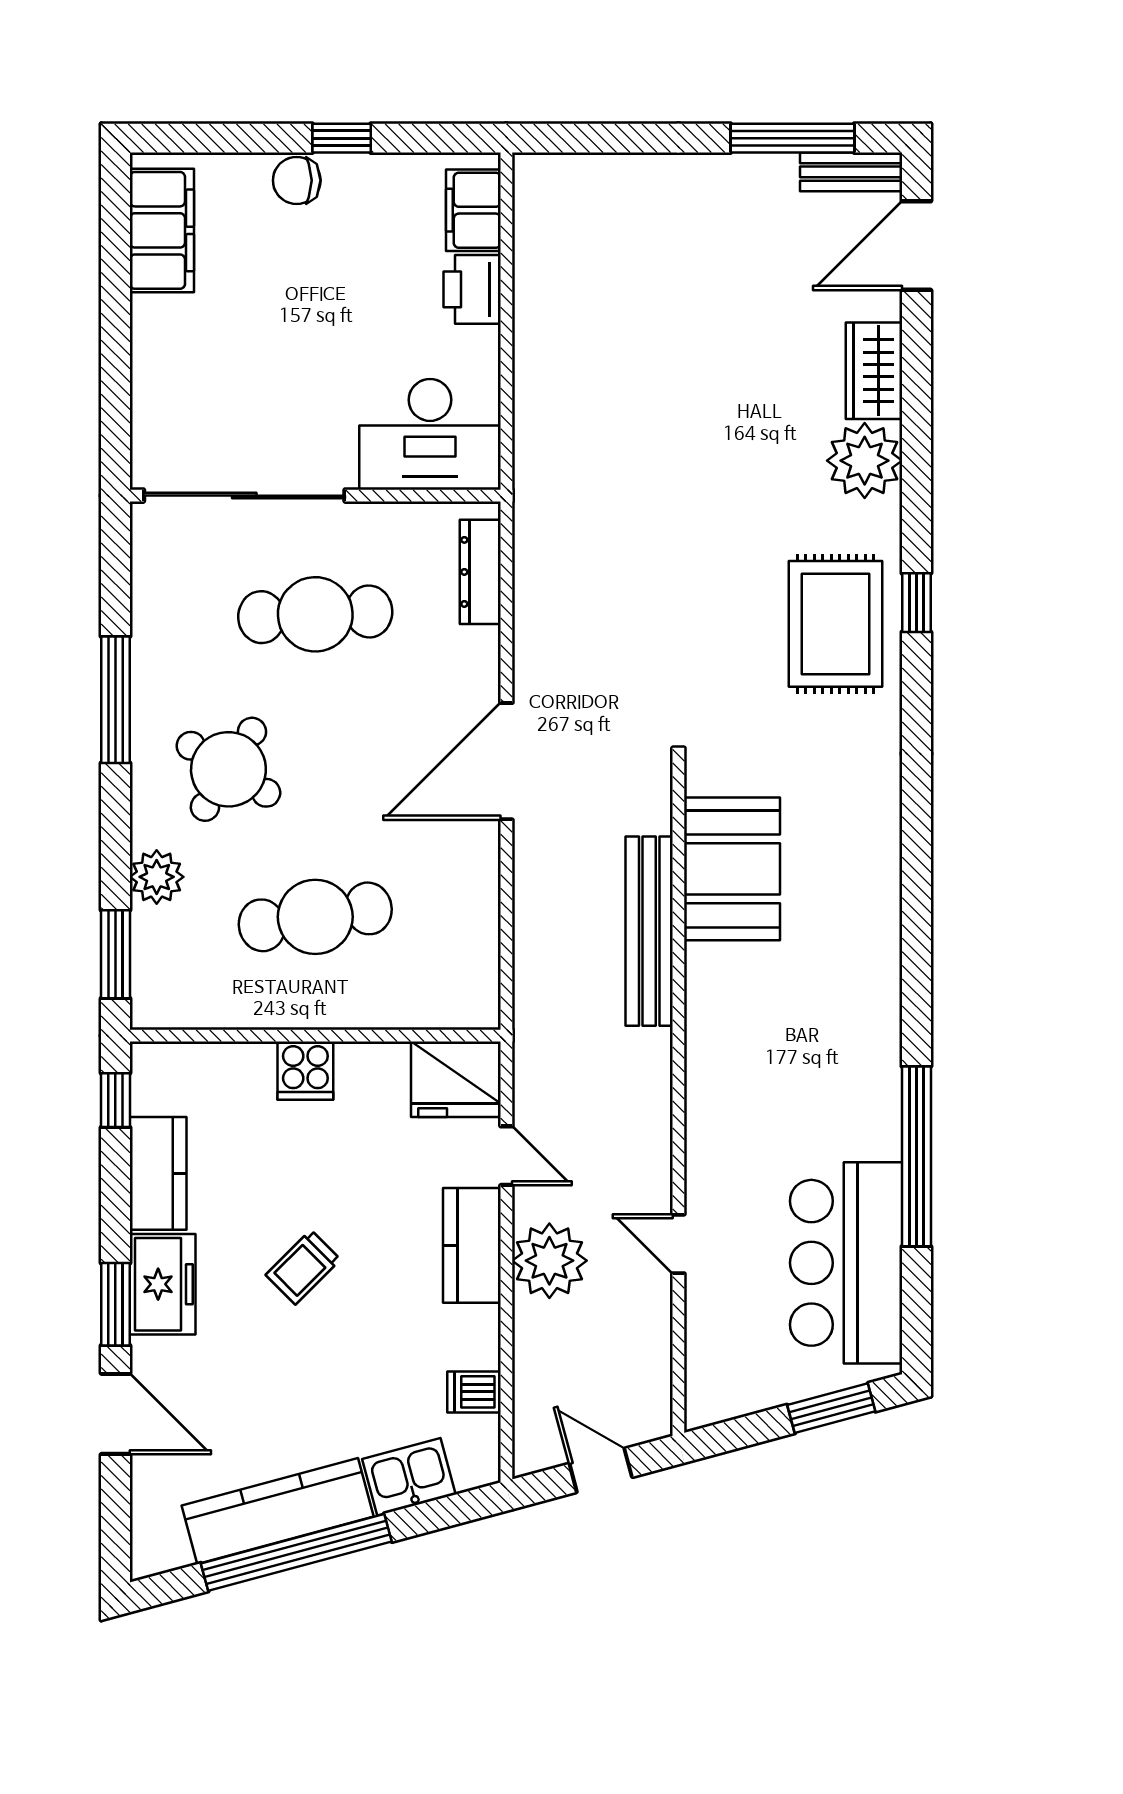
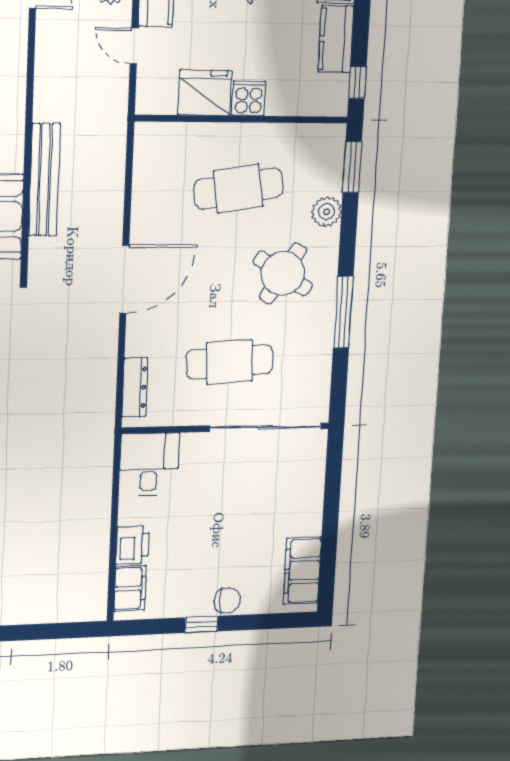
desk: (430, 434) -> (149, 464), width x0.73
fridge: (456, 1079) -> (205, 93), moved

